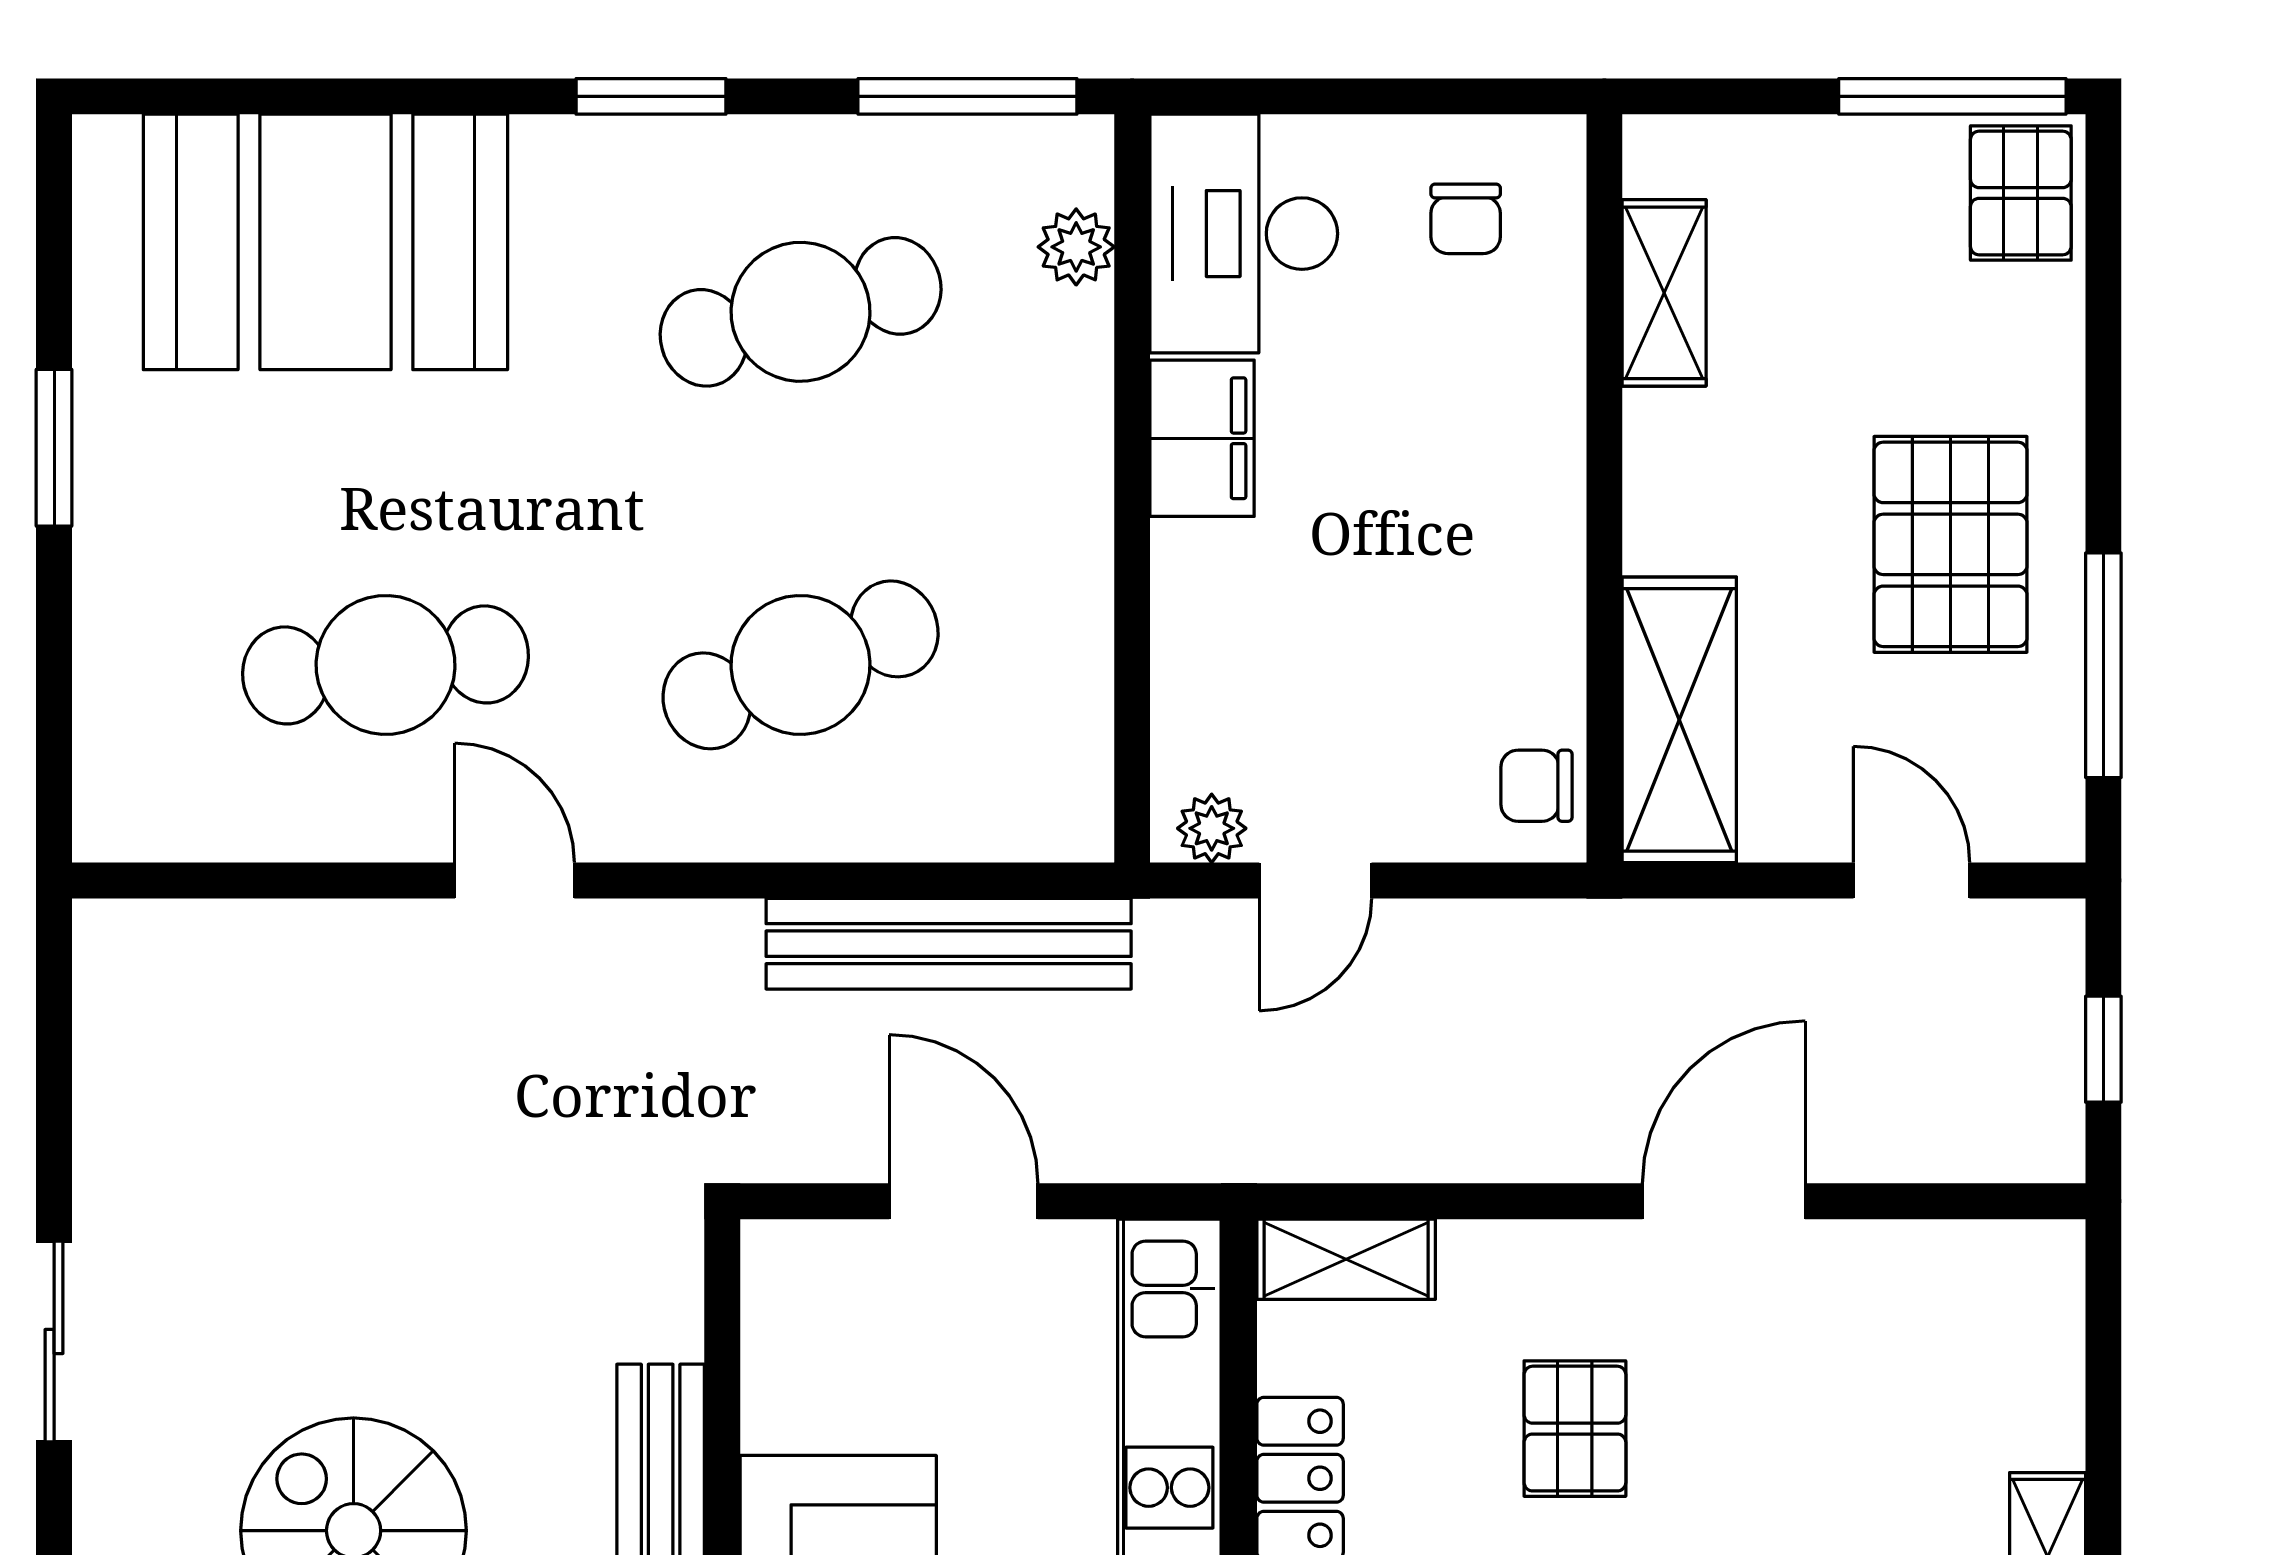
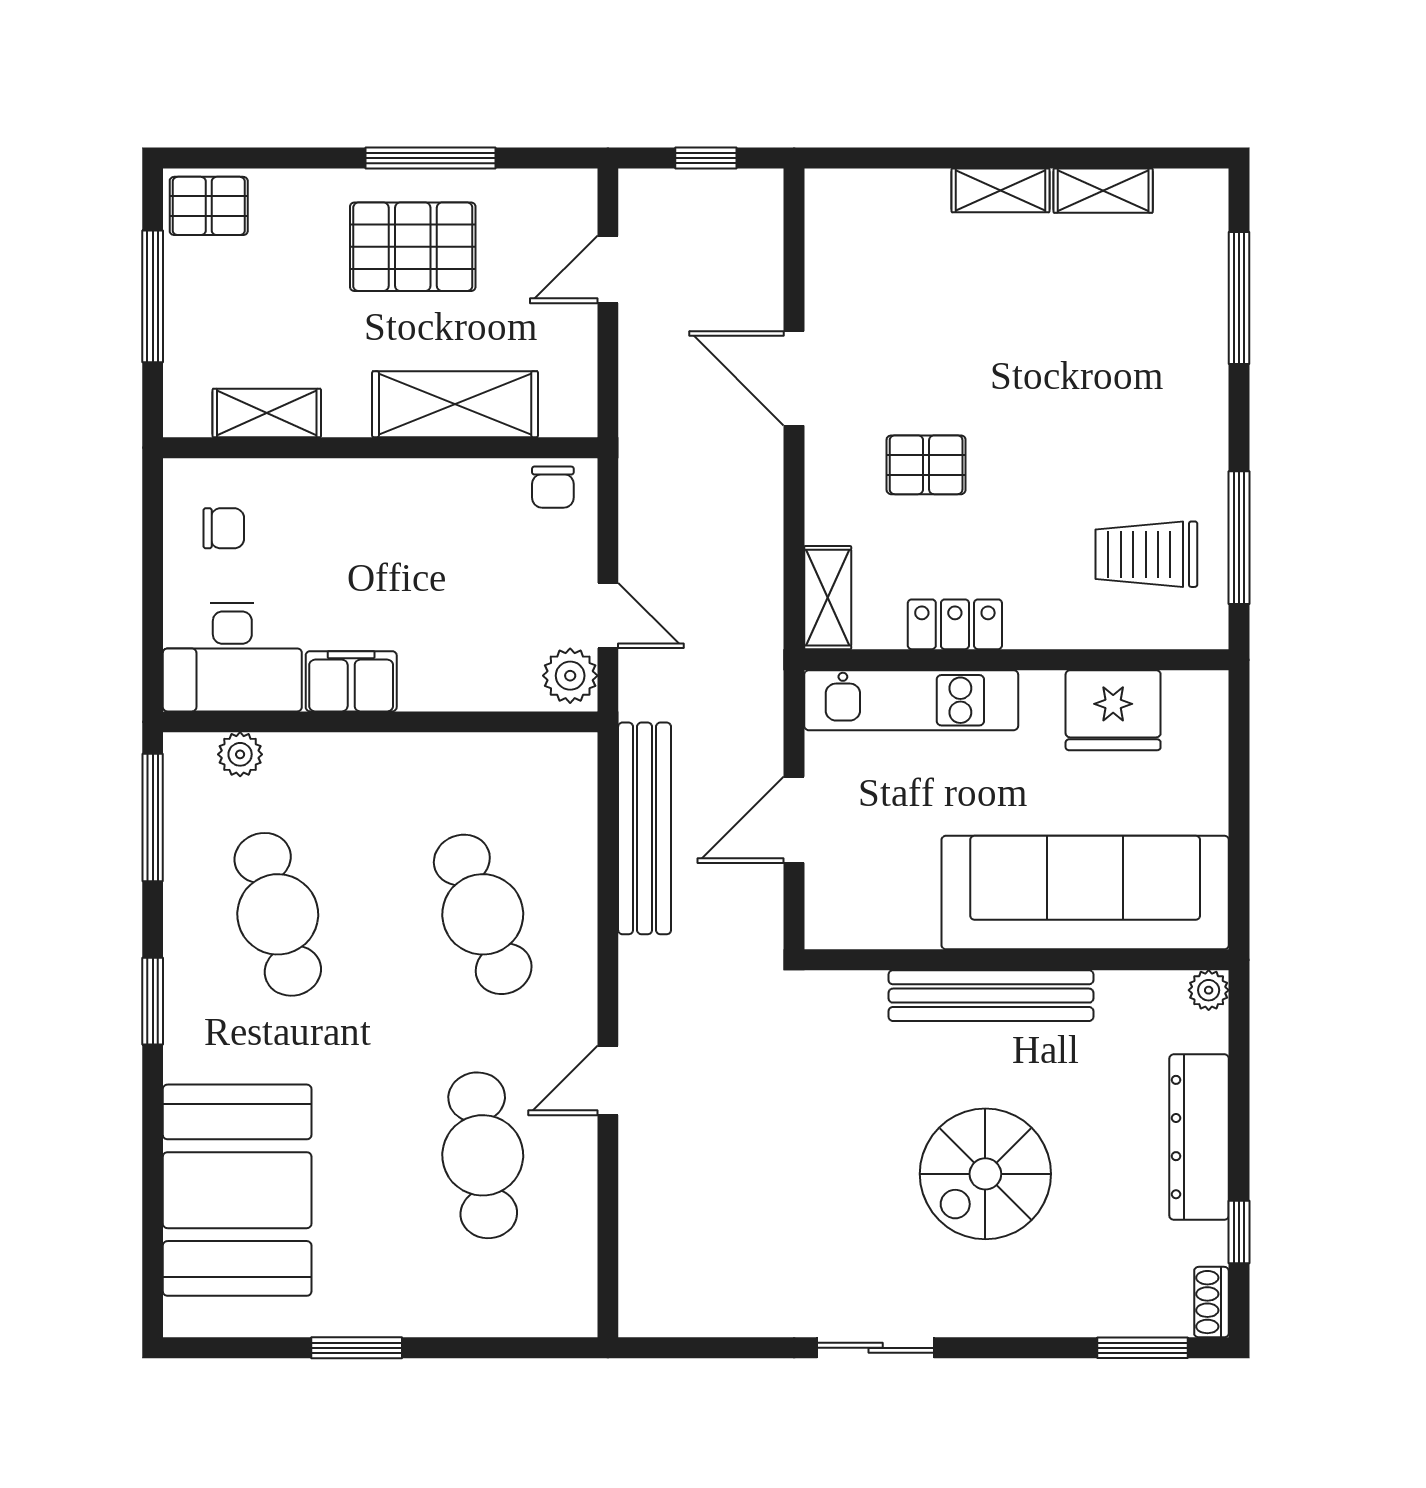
window: (1952, 96) -> (153, 296), moved
window: (2103, 665) -> (431, 158), moved
shelving: (1679, 720) -> (455, 404), moved
plant: (1212, 828) -> (570, 676), width x1.38, depth x1.38

